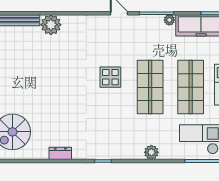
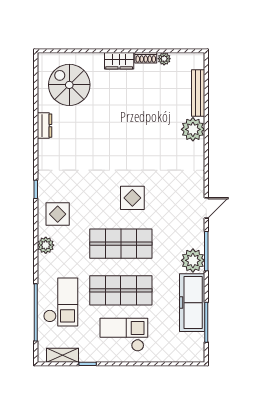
plant: (169, 20) -> (193, 260), width x1.87, depth x1.87
display table: (124, 142) -> (58, 214), added
dresser: (60, 153) -> (45, 126), moved

